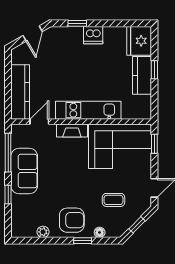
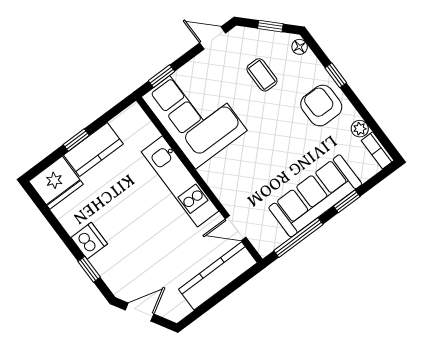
fireplace: (72, 130) -> (218, 183), removed
sofa: (24, 171) -> (315, 196), width x1.36
floor lamp: (100, 232) -> (300, 47), moved
bookcase: (23, 233) -> (378, 150), added

